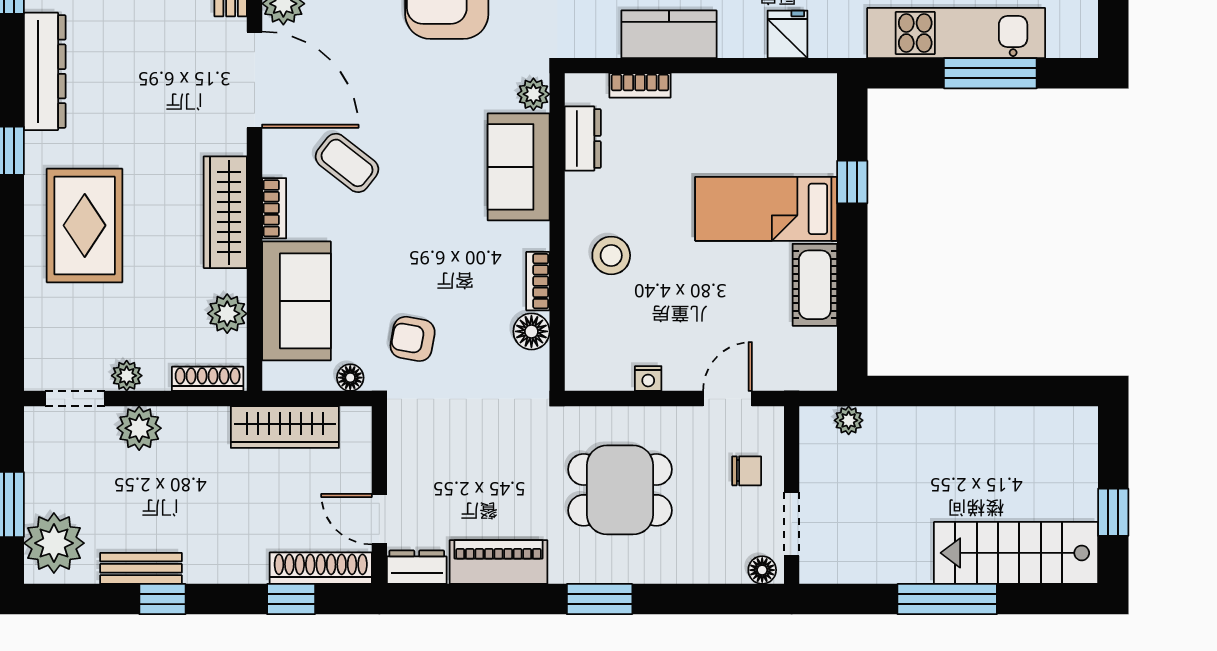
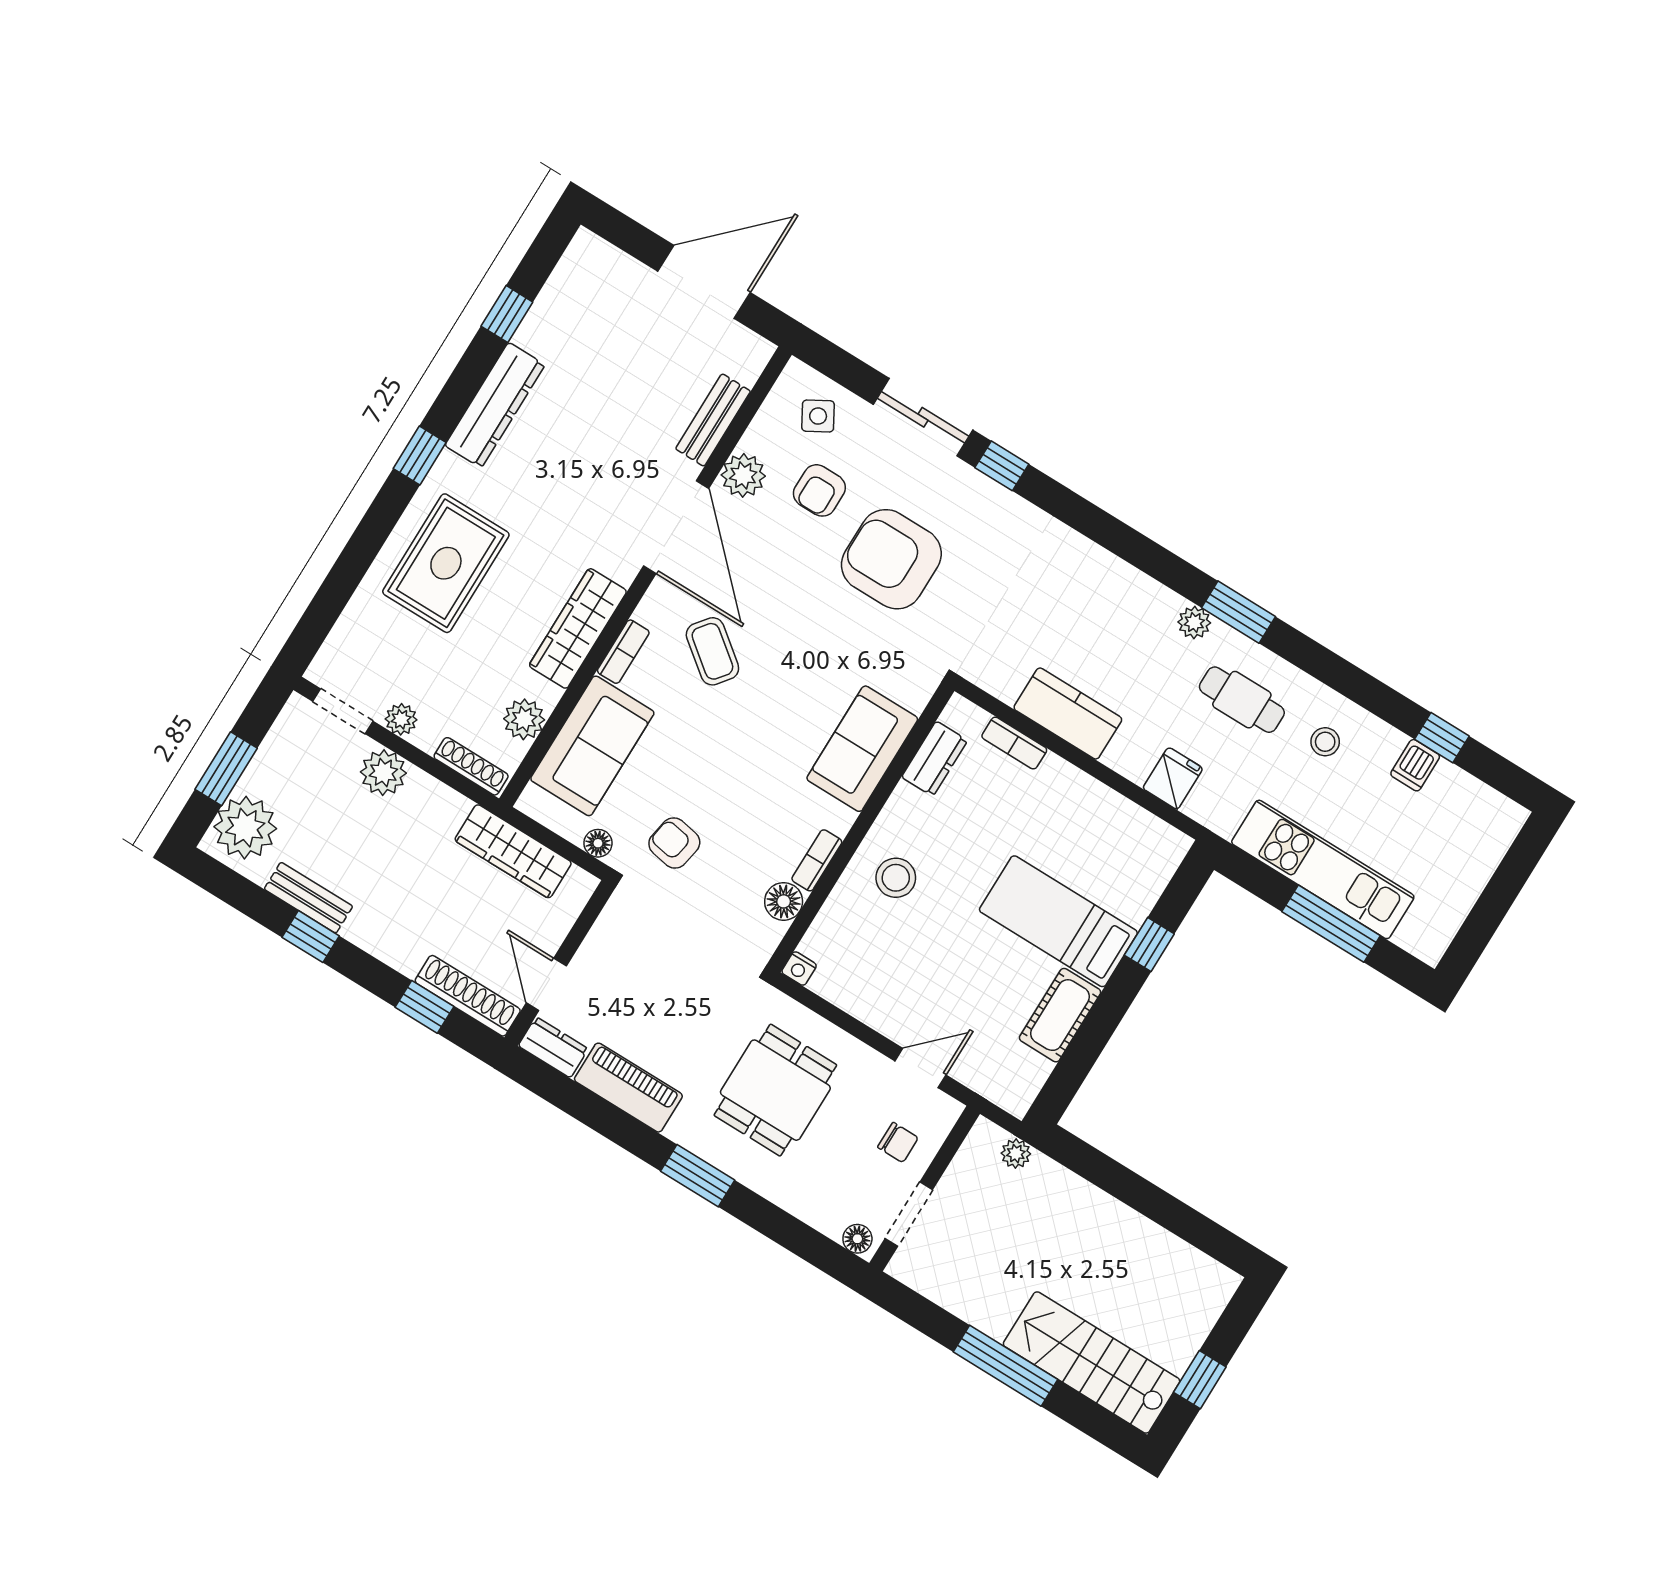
plant: (533, 94) -> (915, 692), removed
nightstand: (648, 379) -> (799, 968), moved
dining table: (620, 490) -> (775, 1090), turned 90

